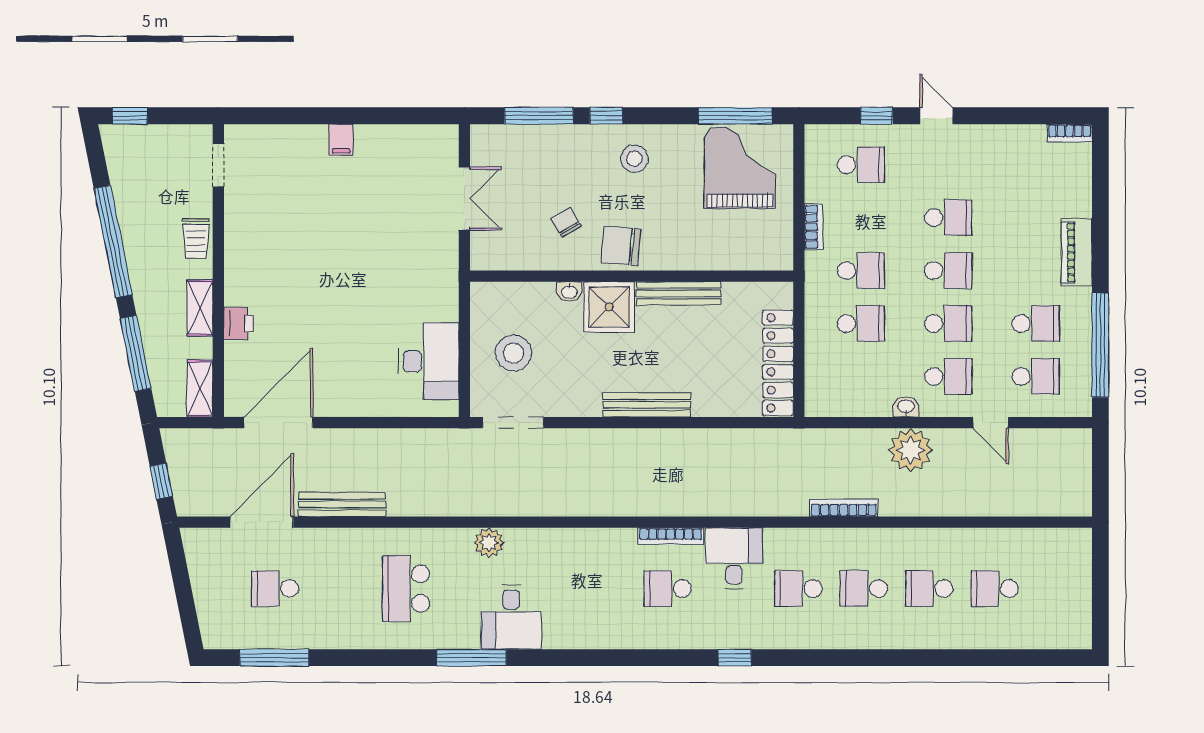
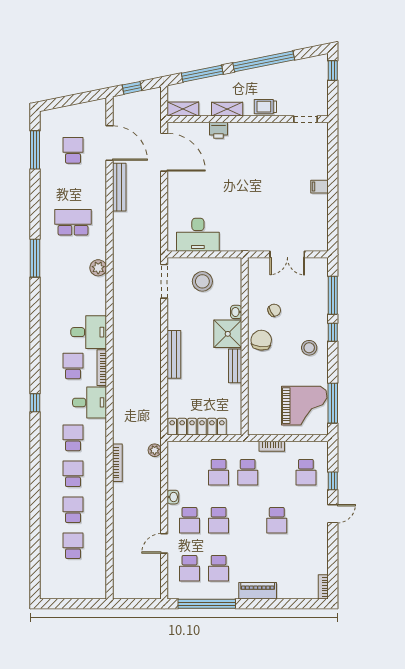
school desk: (948, 271) -> (248, 520), removed
bench: (679, 293) -> (235, 366), width x0.73
plant: (911, 450) -> (155, 450), moved, width x0.53, depth x0.53
desk: (511, 617) -> (89, 332), moved, turned 180

